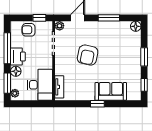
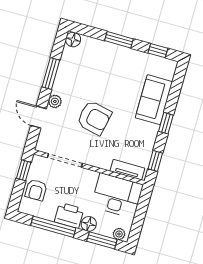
plant: (60, 26) -> (55, 101), moved
window: (70, 104) -> (155, 161), added

